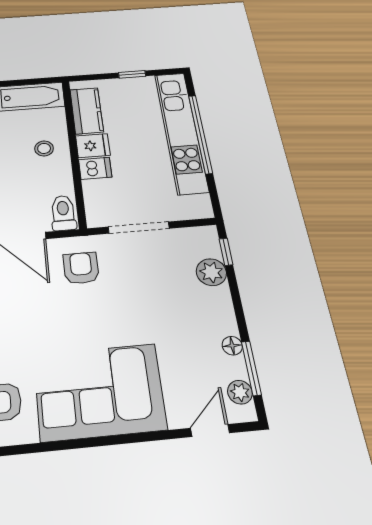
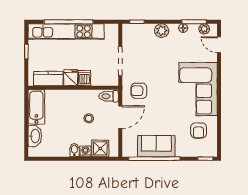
stool: (44, 148) -> (89, 118), moved
plant: (211, 272) -> (162, 31), moved

